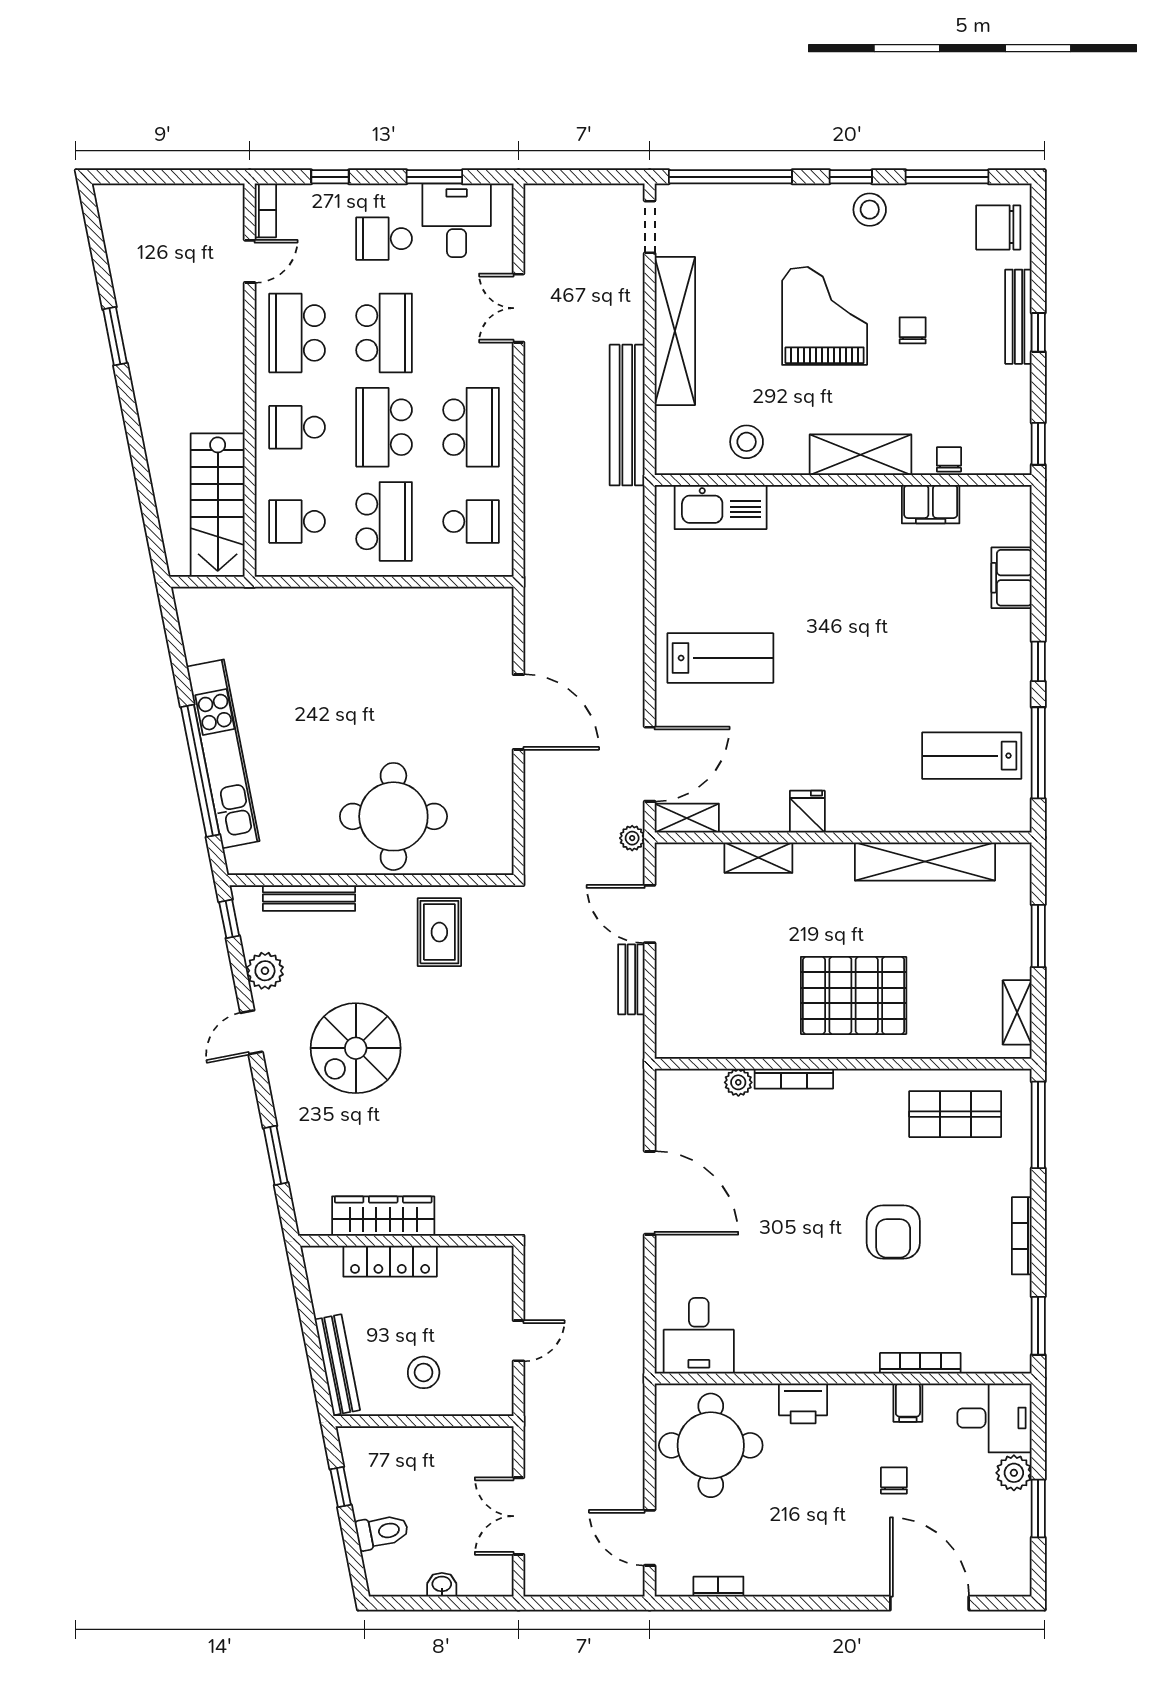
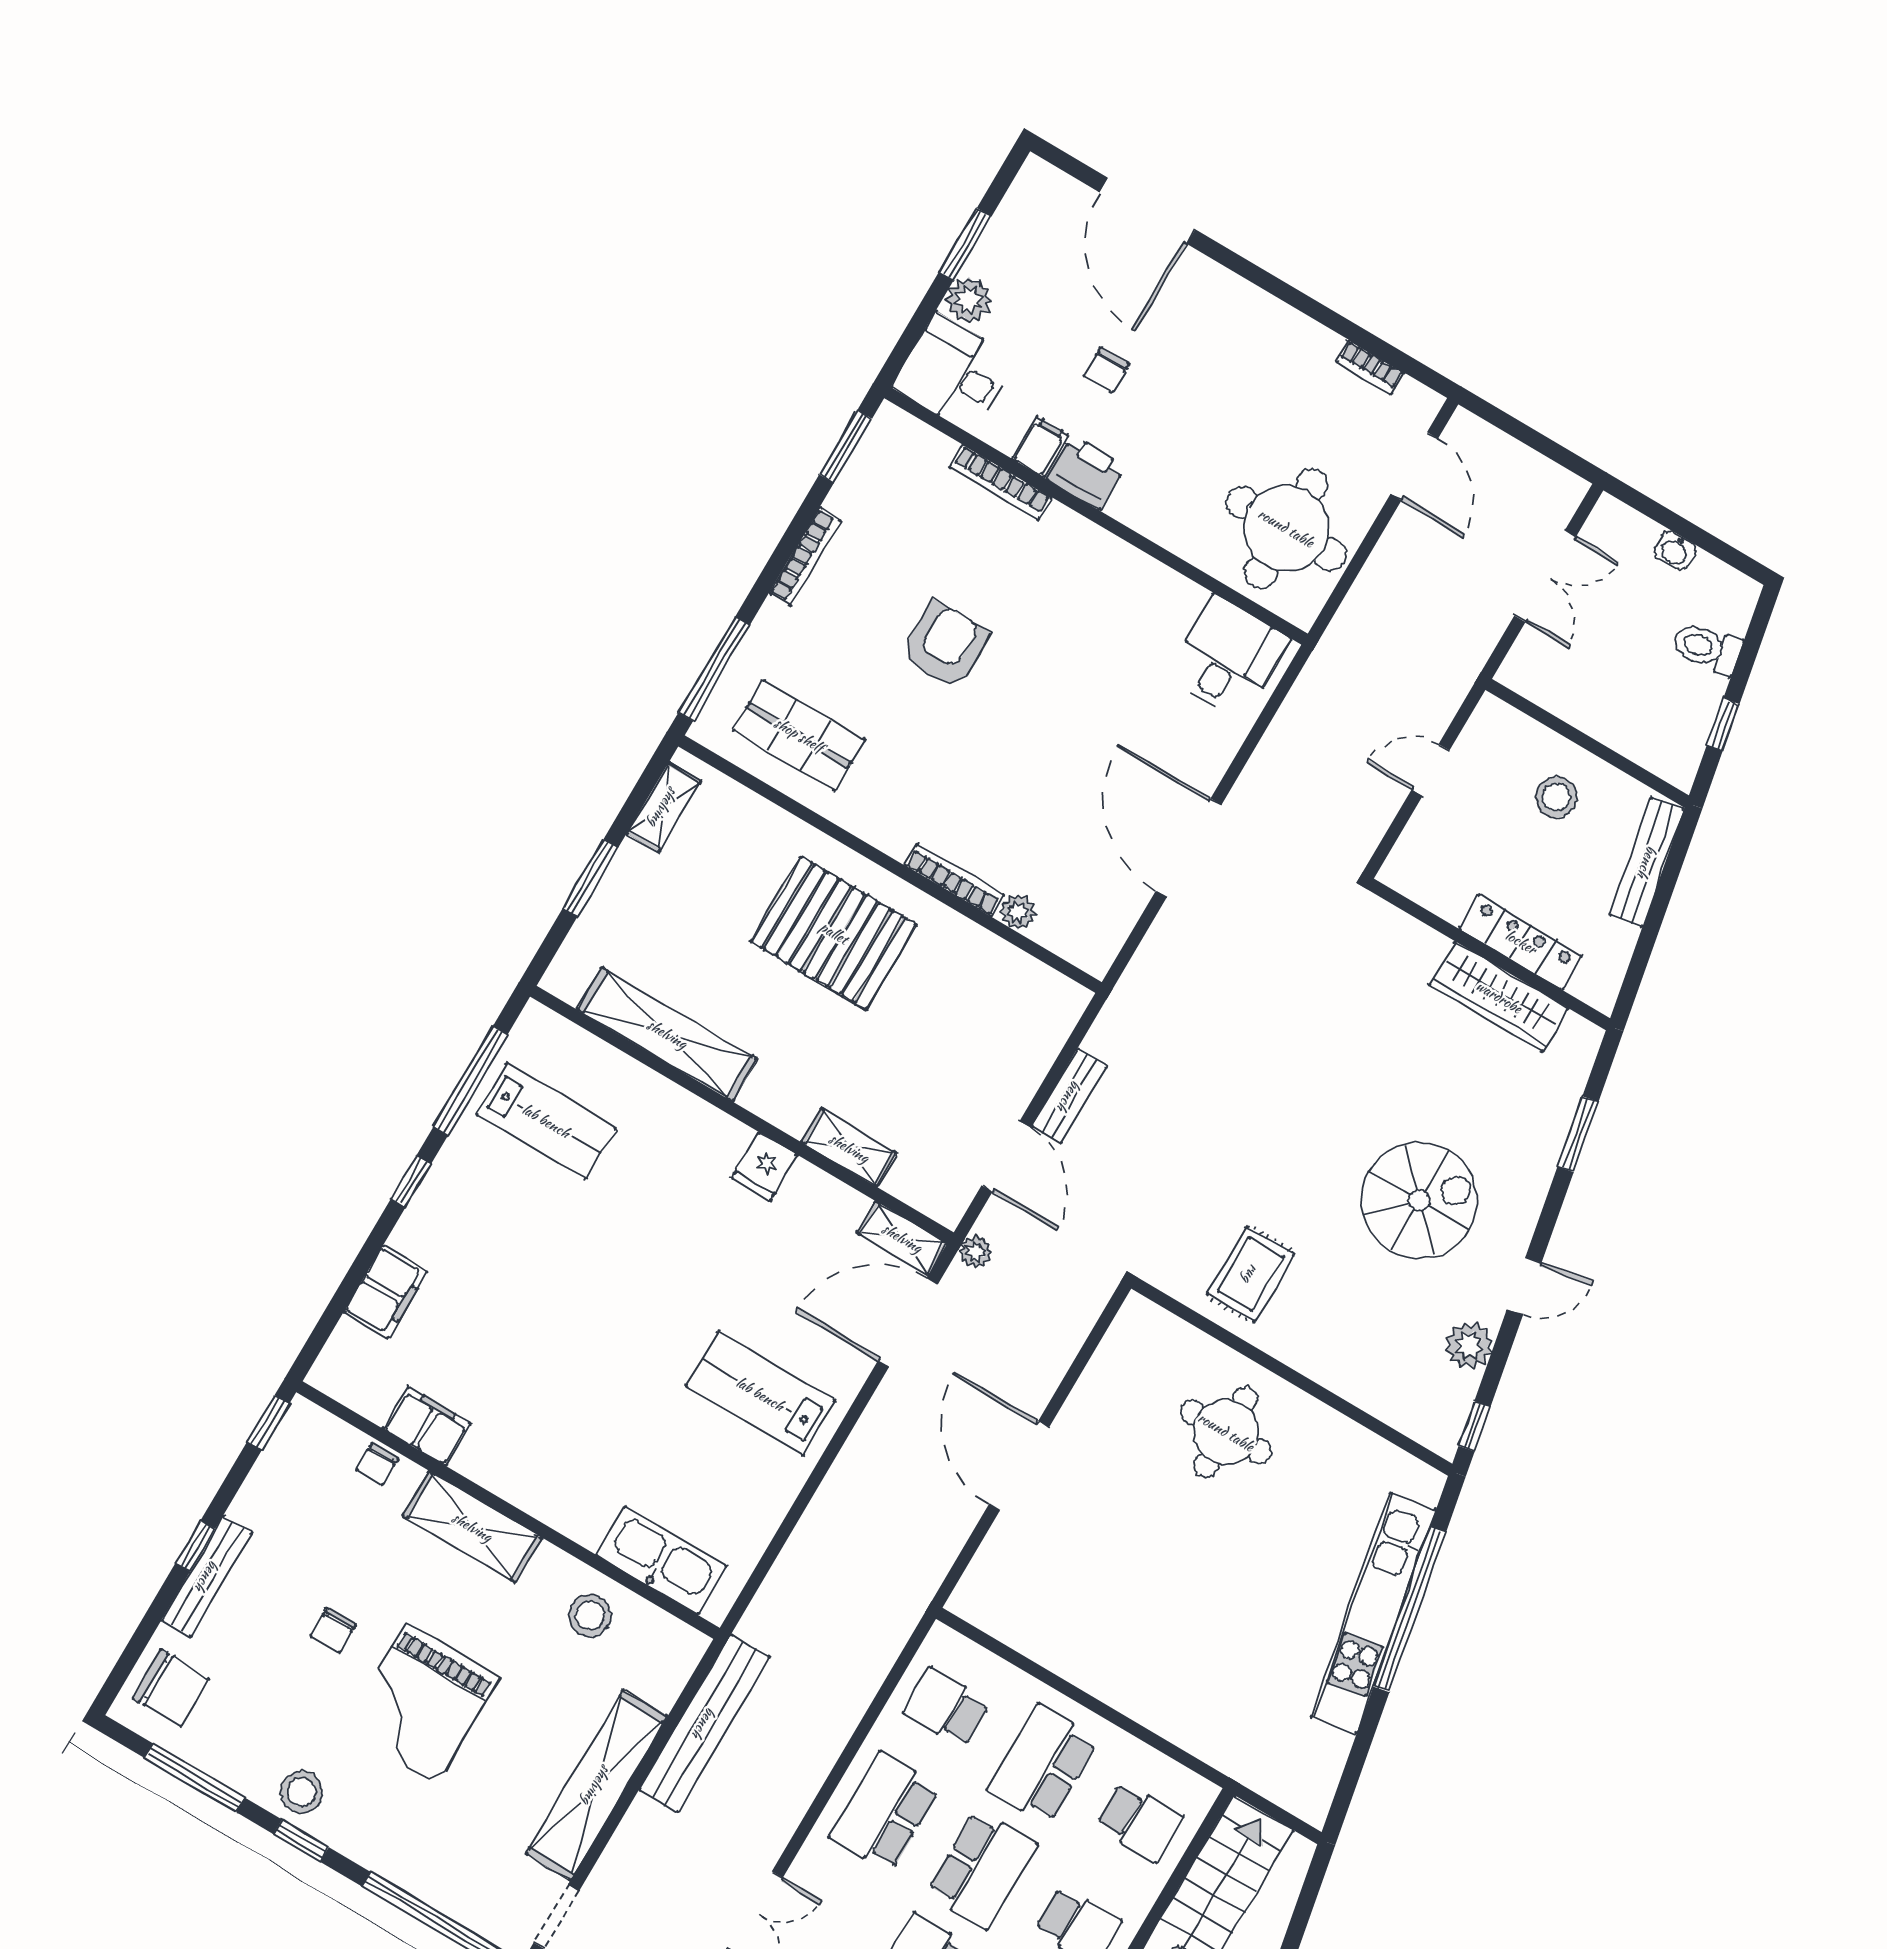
round table: (393, 816) -> (1226, 1432), width x0.73, depth x0.73
bench: (309, 898) -> (1373, 1397), removed
printer: (803, 1403) -> (1086, 473), moved

